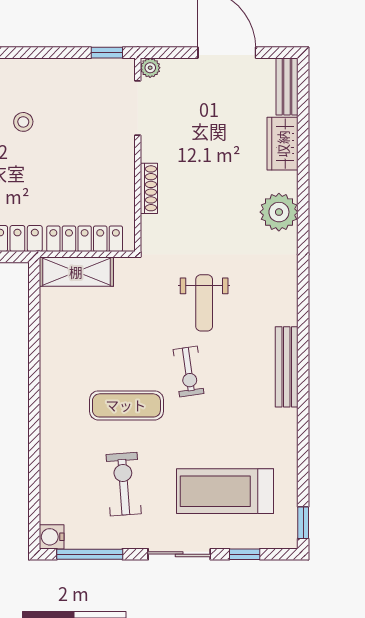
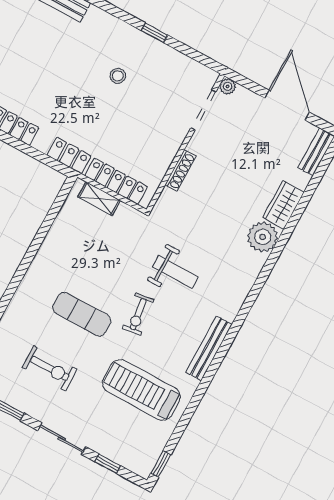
window: (107, 53) -> (154, 33), moved
wardrobe: (283, 144) -> (283, 205), moved
shelving: (76, 272) -> (99, 199), width x0.67, depth x0.75
weight bench: (204, 303) -> (175, 272), turned -90
exercise bike: (124, 484) -> (50, 368), turned 94
treadmill: (225, 491) -> (141, 390), moved

